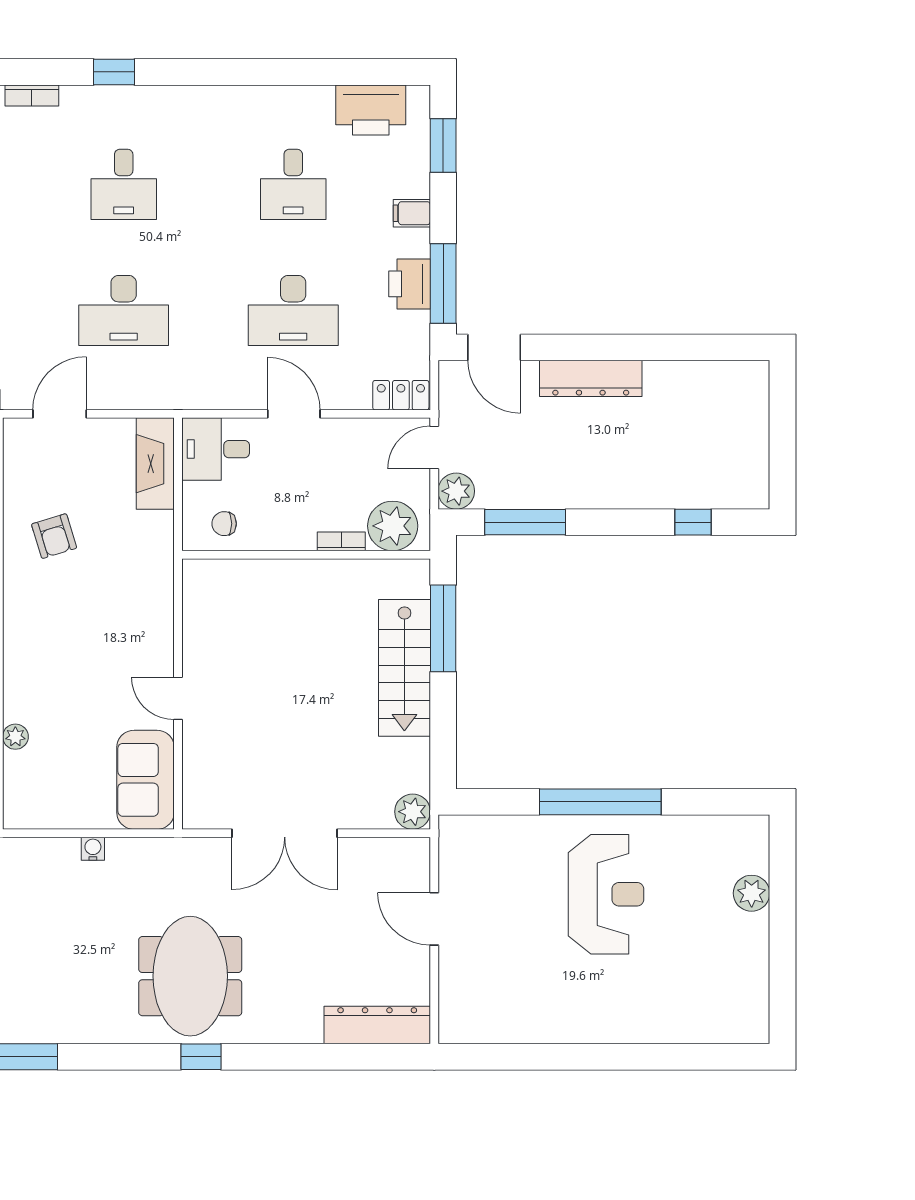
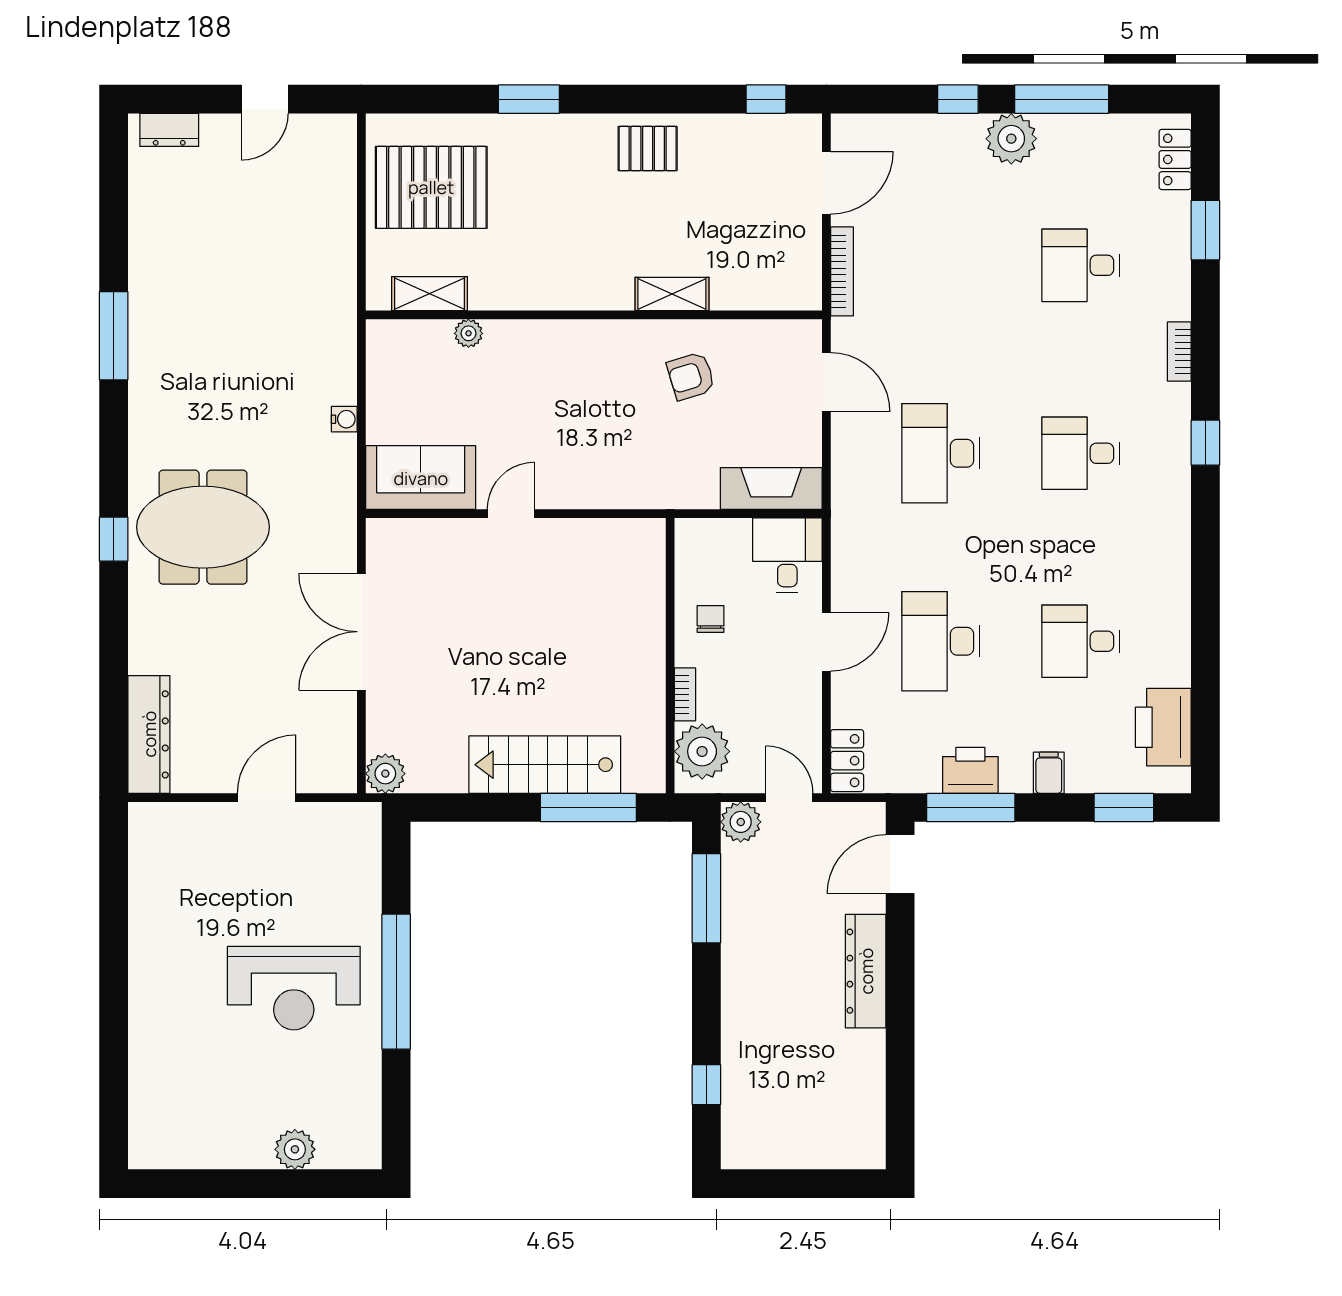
chair: (224, 524) -> (711, 619), moved

